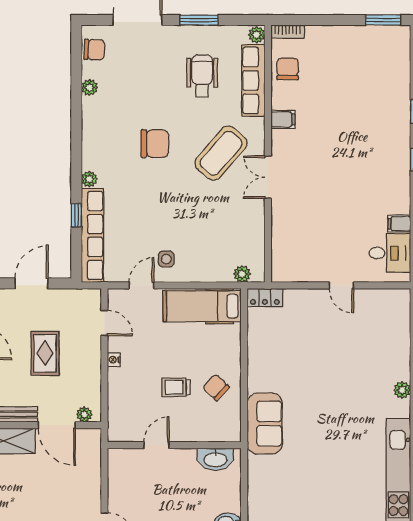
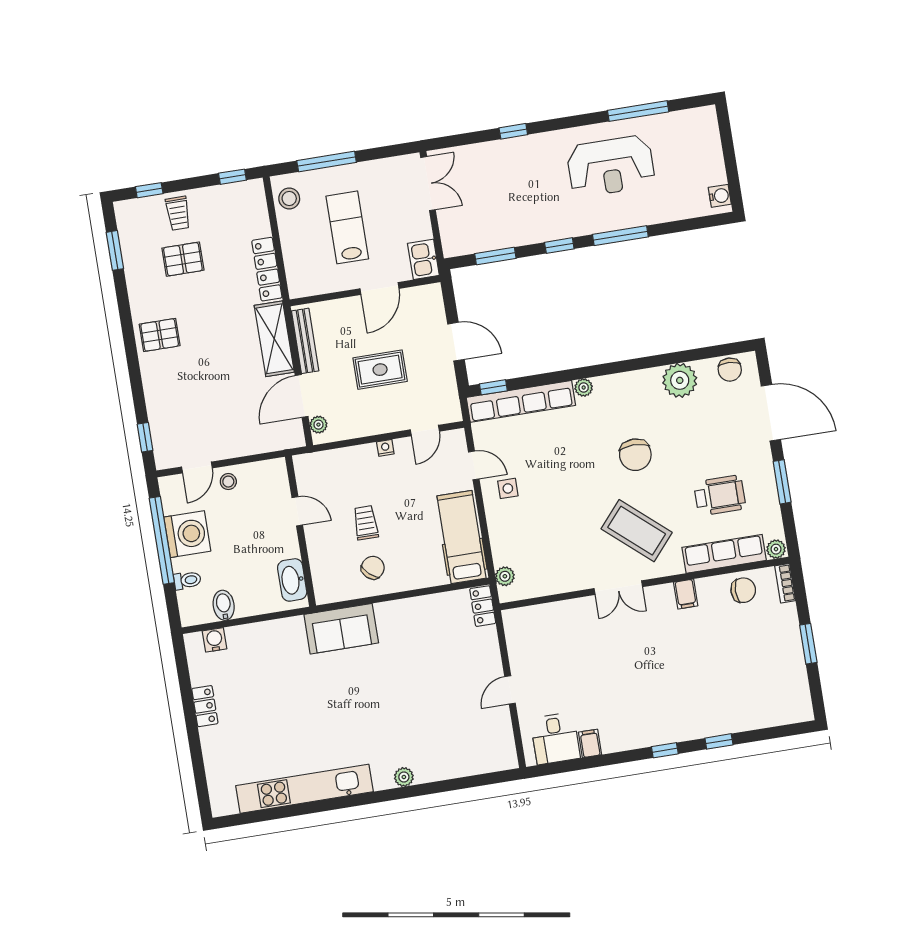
window: (383, 20) -> (808, 644), moved
plant: (89, 88) -> (680, 380), width x1.88, depth x1.88
double door: (268, 177) -> (618, 588), swing flipped
window: (76, 215) -> (493, 387), moved
stool: (121, 501) -> (228, 482), added

